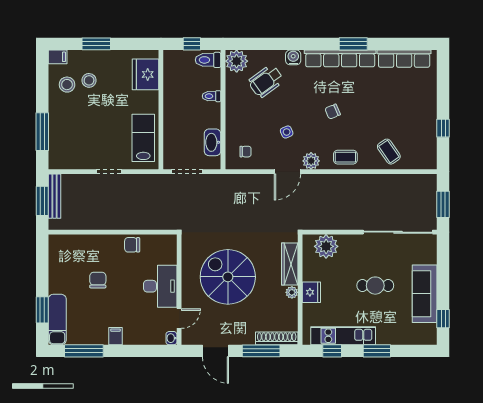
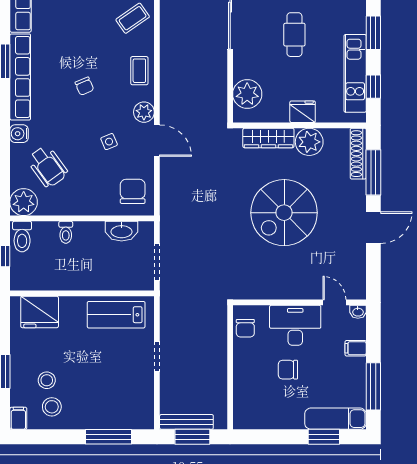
chair: (246, 152) -> (133, 191), width x1.87, depth x1.87
desk: (160, 286) -> (295, 325), moved
wall: (179, 290) -> (299, 302), moved
plant: (292, 292) -> (309, 142), width x1.88, depth x1.88
door: (179, 319) -> (334, 302), moved
washbasin: (171, 338) -> (358, 312), moved

